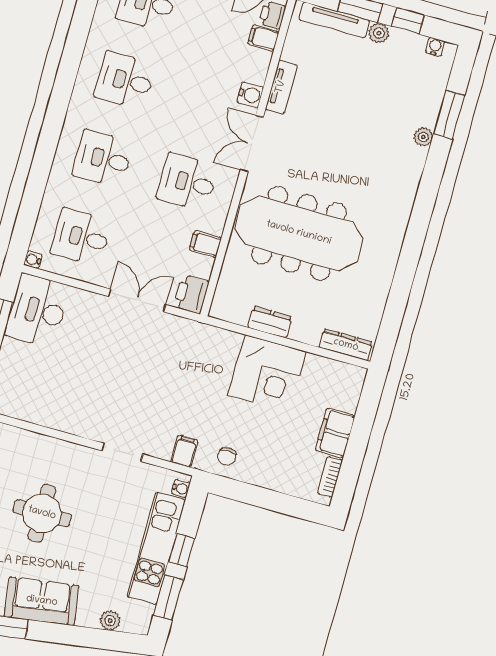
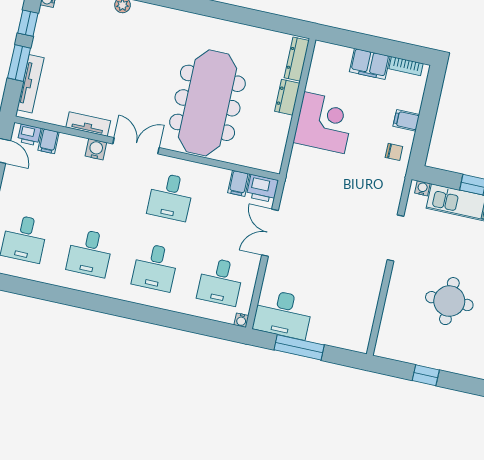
plant: (379, 33) -> (39, 46), removed
double door: (252, 144) -> (136, 146), swing flipped
filing cabinet: (205, 244) -> (239, 183), moved
dresser: (270, 322) -> (287, 97), moved
filing cabinet: (184, 451) -> (406, 120), moved
doorway: (122, 452) -> (395, 238), width x1.38

